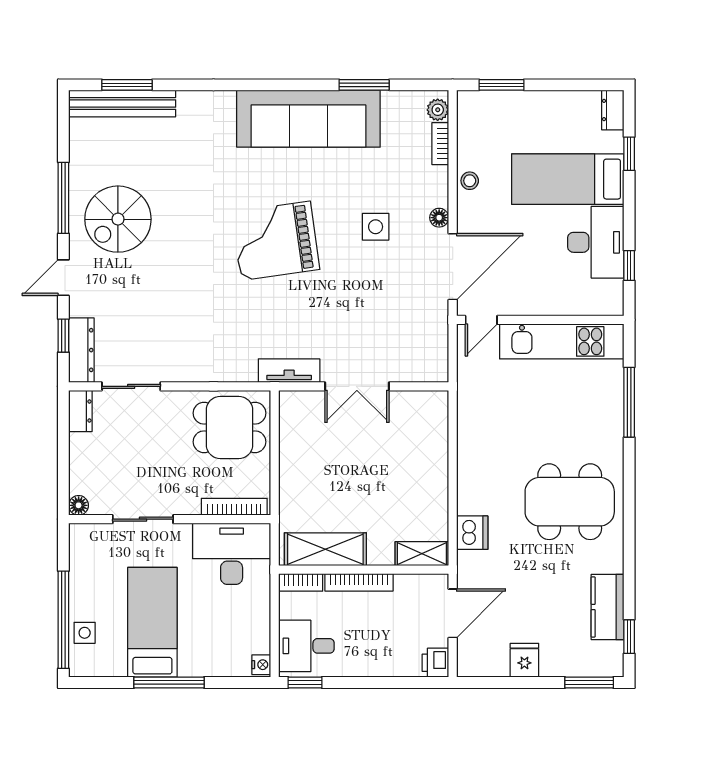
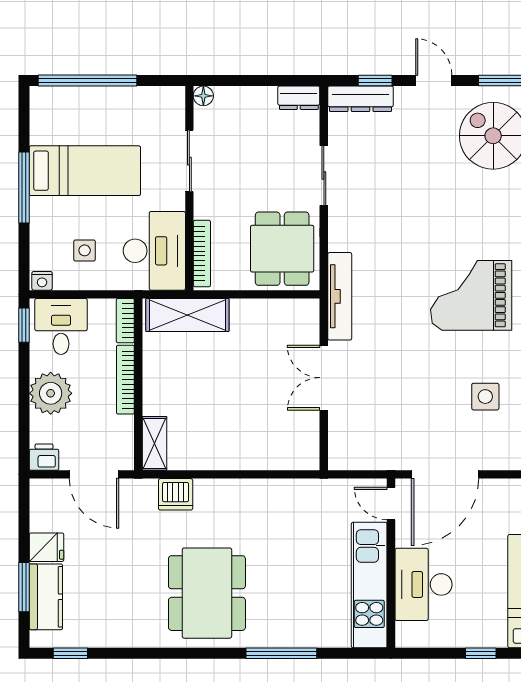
floor lamp: (439, 218) -> (494, 461), removed
grand piano: (276, 241) -> (471, 295), turned -82
desk: (596, 242) -> (424, 584), moved, turned 90
window: (629, 266) -> (481, 653), moved
door: (453, 267) -> (445, 474), hinge flipped
tv unit: (289, 371) -> (340, 296), width x1.41
sliding door: (131, 386) -> (324, 176), moved
window: (629, 402) -> (281, 653), moved
shelving: (325, 549) -> (187, 315), moved, turned 90
kitchen counter: (608, 607) -> (46, 597), moved, turned 90
side table: (85, 633) -> (85, 250), moved
plant: (372, 656) -> (51, 393), added
window: (589, 682) -> (24, 587), moved

